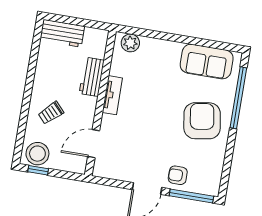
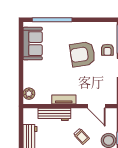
workbench: (92, 77) -> (54, 114), width x1.38
armchair: (202, 121) -> (83, 54), moved

